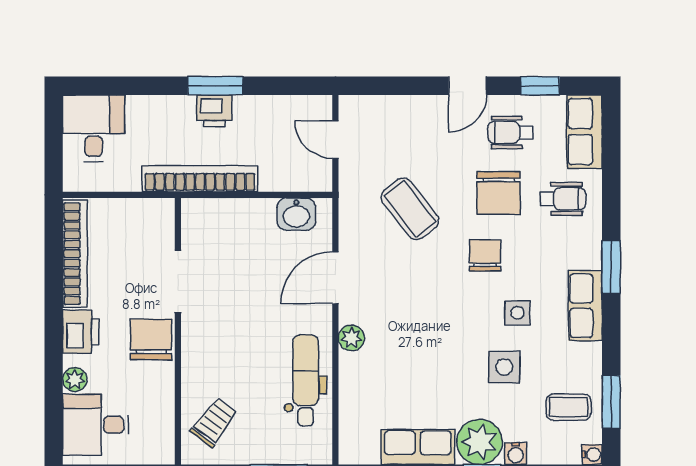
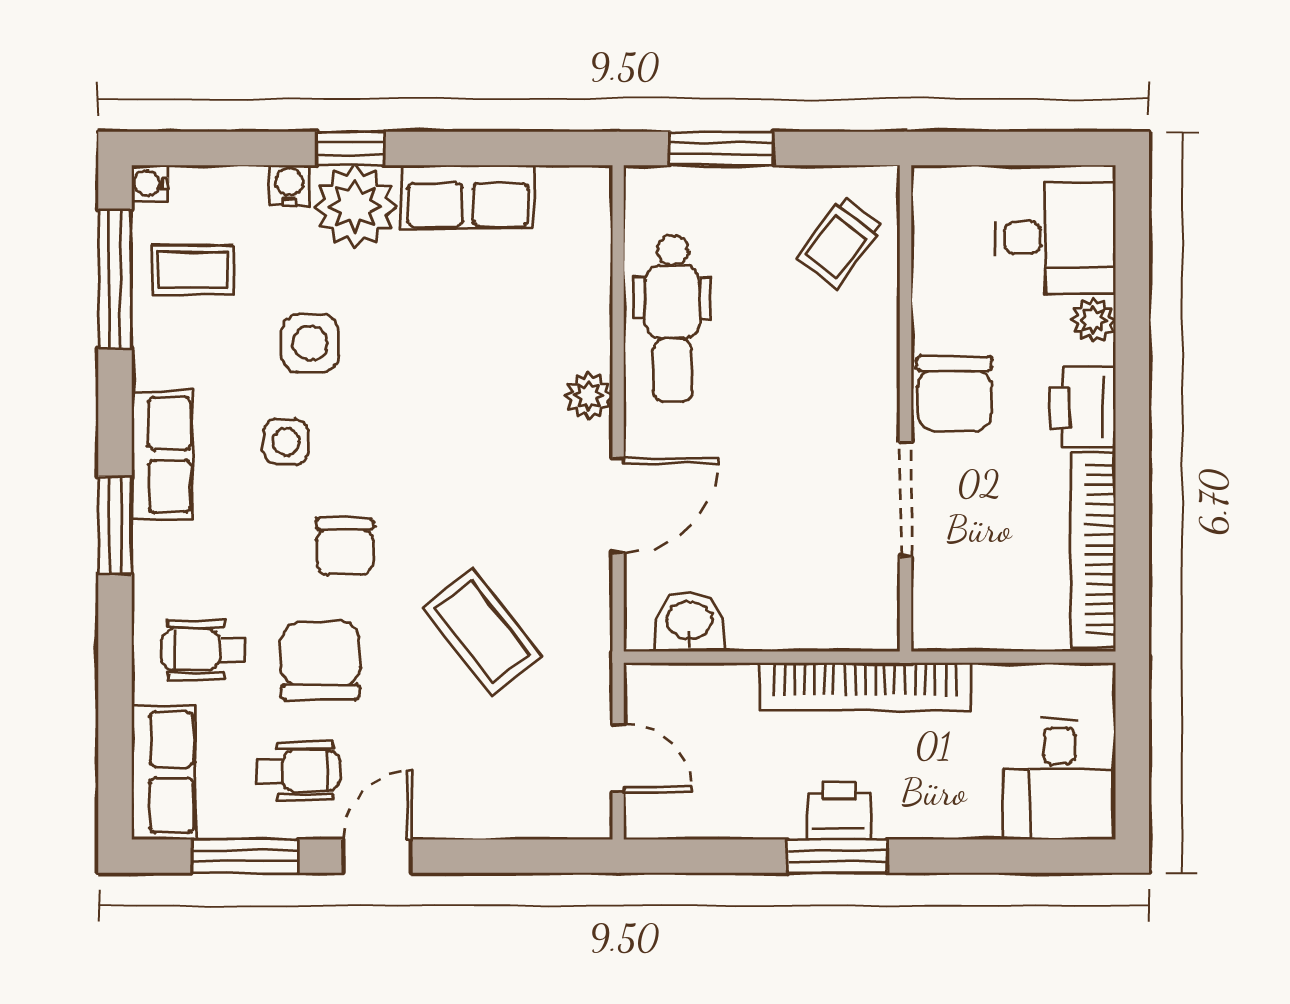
window: (540, 86) -> (245, 856), width x1.50
window: (611, 402) -> (115, 279), width x1.44

